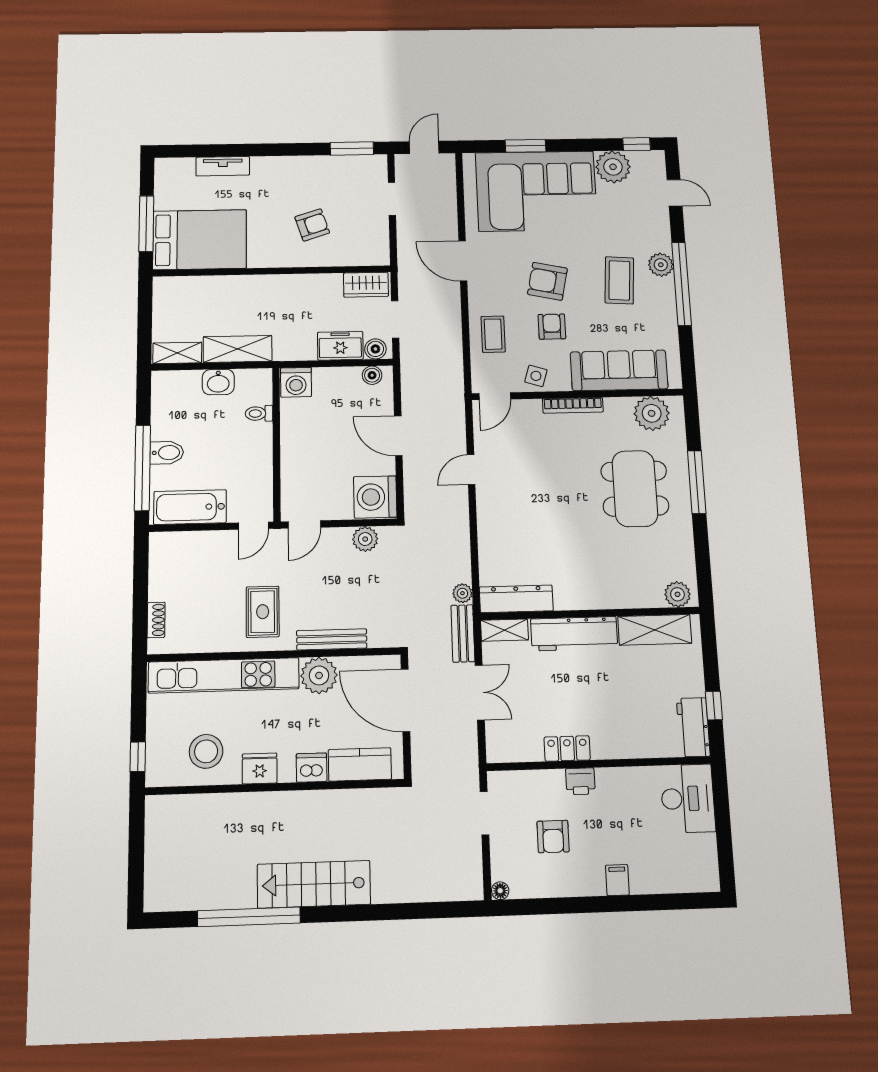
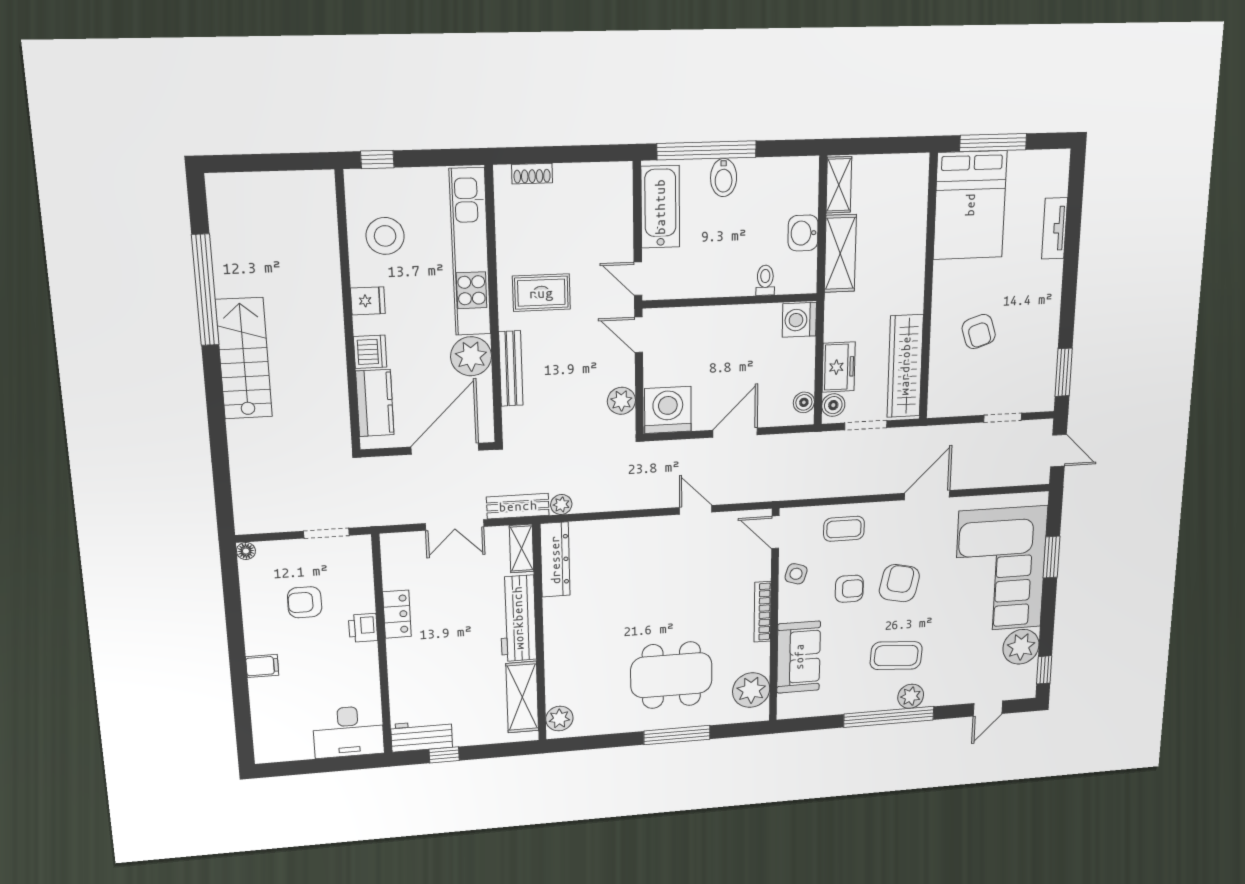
wardrobe: (366, 285) -> (905, 366), width x2.10, depth x1.17
sofa: (619, 370) -> (799, 657), width x0.73
fridge: (260, 769) -> (368, 301), width x0.72

